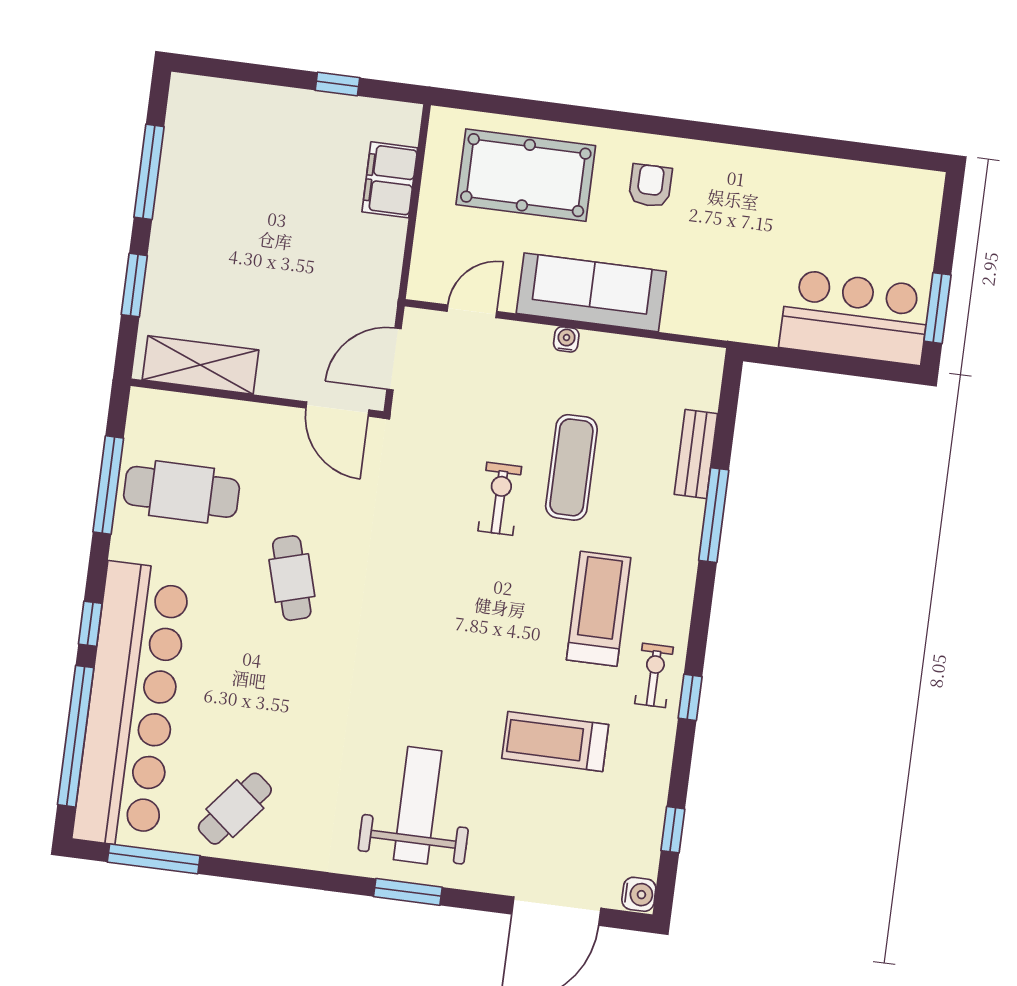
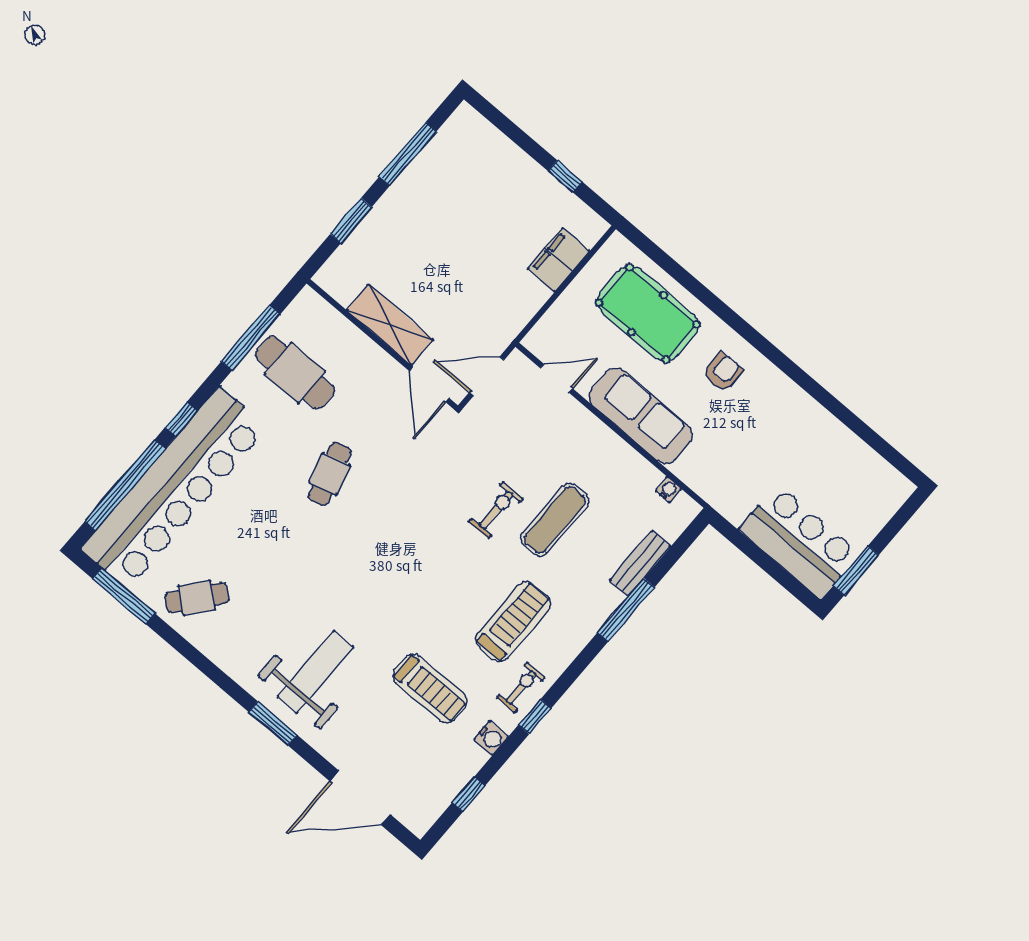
water cooler: (566, 339) -> (668, 490), moved
shelving: (201, 365) -> (390, 325), moved
treadmill: (555, 741) -> (430, 689), turned 180
water cooler: (639, 894) -> (491, 738), moved

